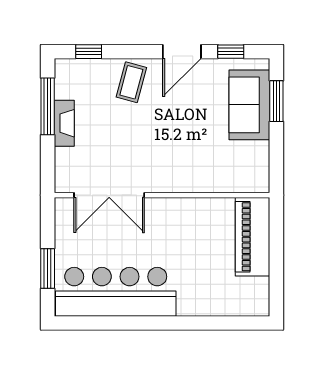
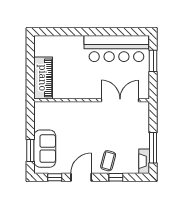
window: (89, 52) -> (116, 177), moved
fireplace: (64, 123) -> (144, 161), moved

